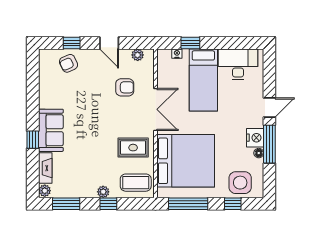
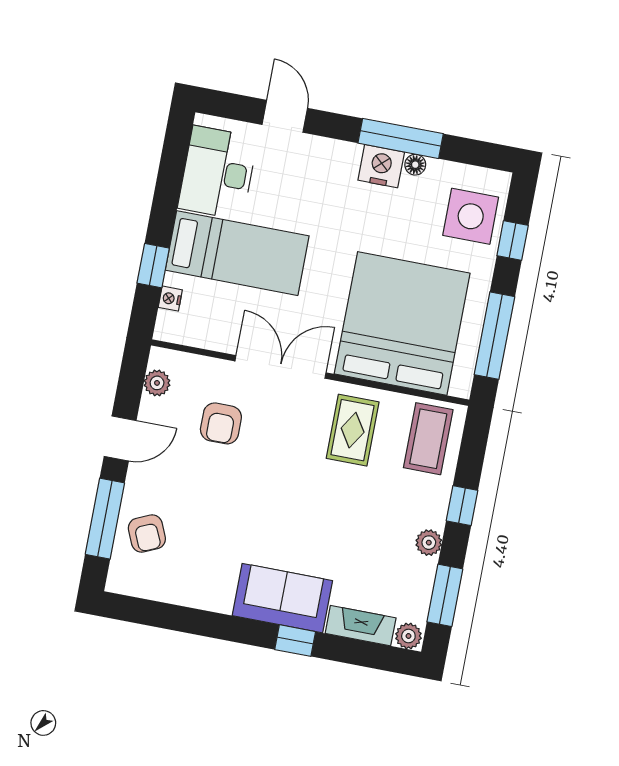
window: (72, 43) -> (105, 519), width x2.17
armchair: (125, 87) -> (221, 423), turned 180
door: (269, 108) -> (285, 116), moved
plant: (103, 192) -> (429, 543), moved

